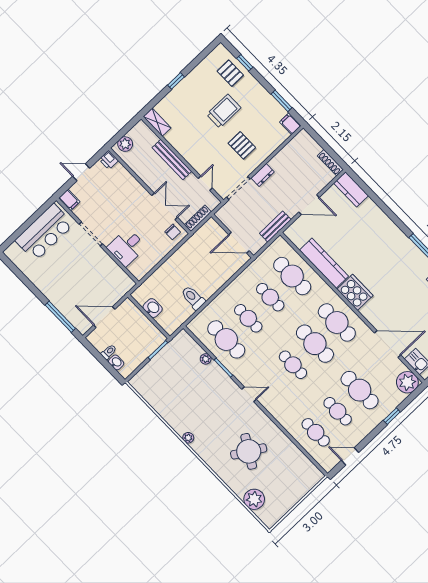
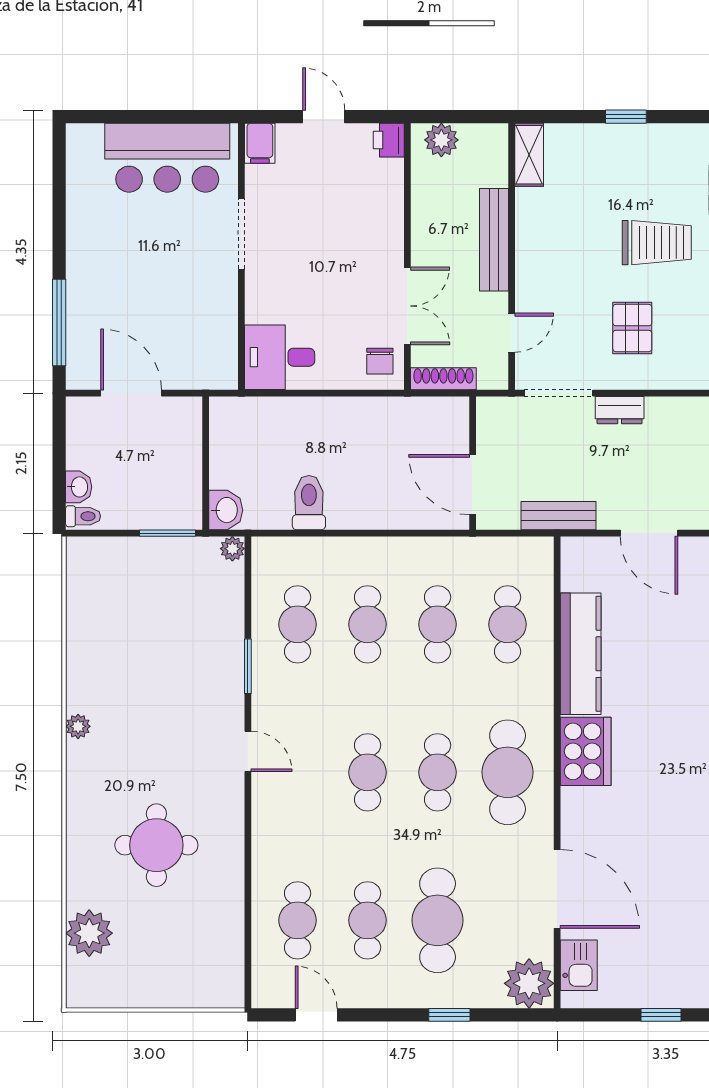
desk: (127, 247) -> (280, 357), moved
cafe table: (292, 276) -> (508, 624), width x0.73, depth x0.74
washbasin: (153, 308) -> (226, 510), moved
cafe table: (226, 339) -> (298, 624), width x0.73, depth x0.74
cafe table: (315, 344) -> (438, 772), width x0.73, depth x0.74
toilet: (109, 352) -> (83, 516), moved
plant: (206, 359) -> (232, 549), moved
round table: (249, 451) -> (156, 845), turned -31

